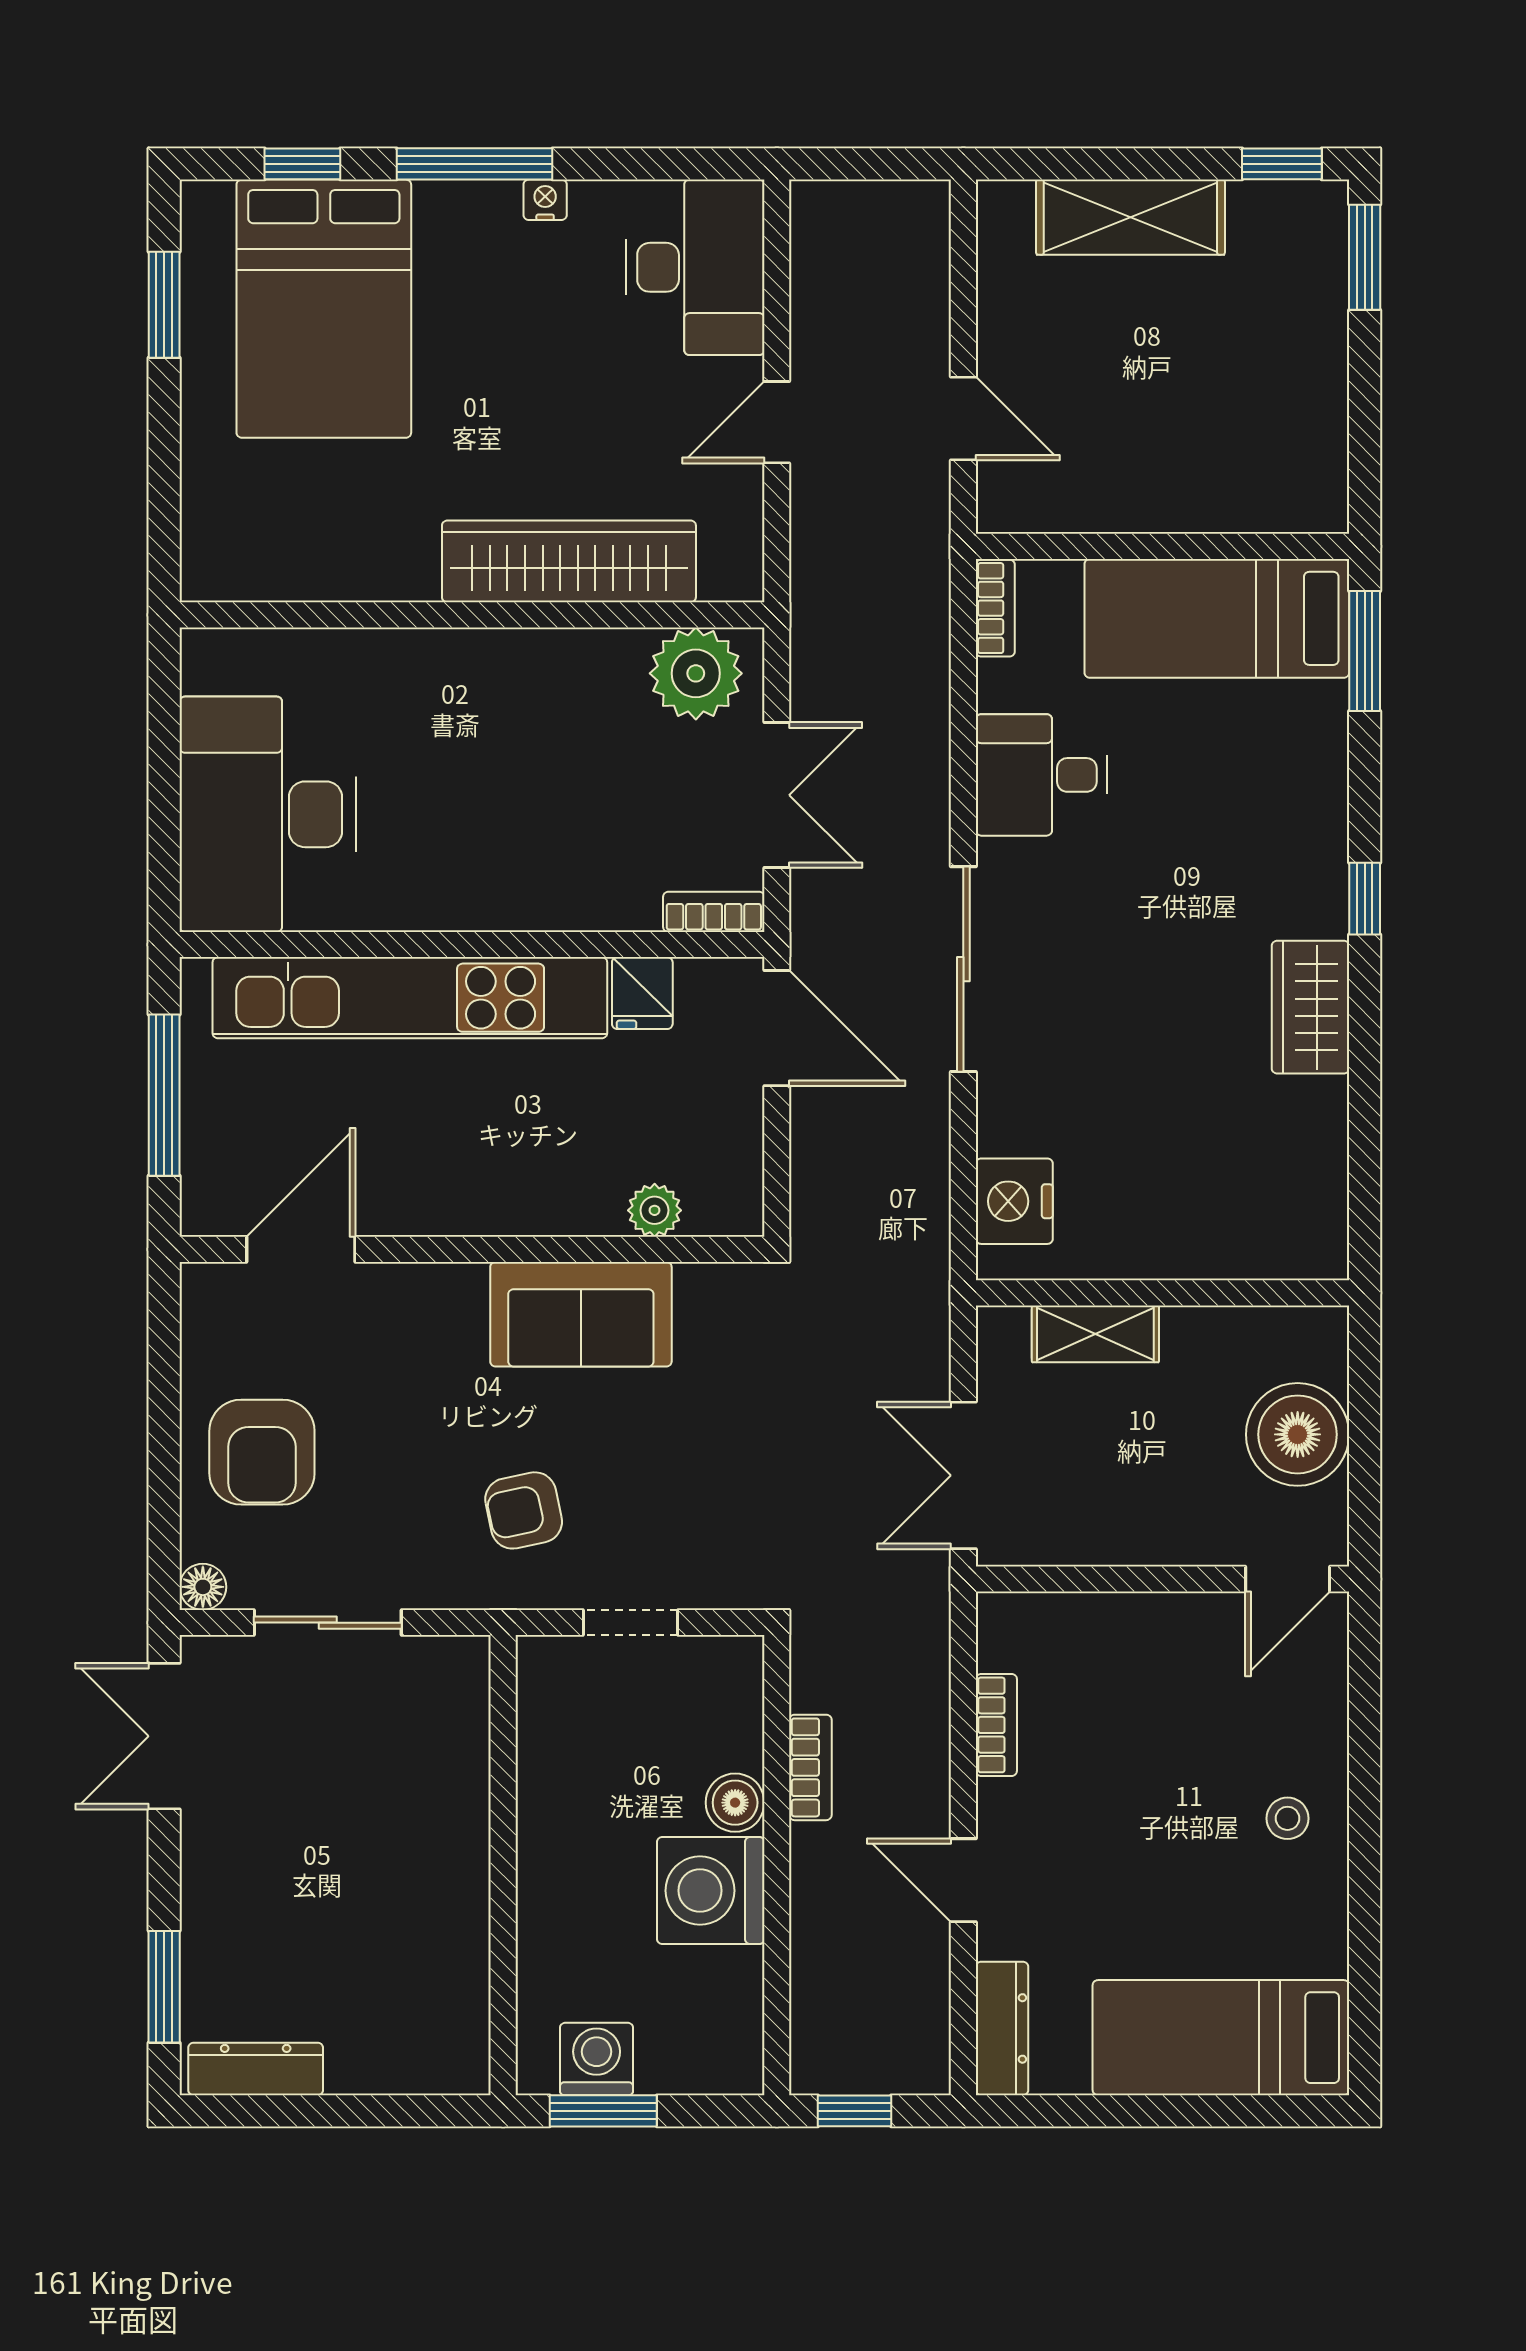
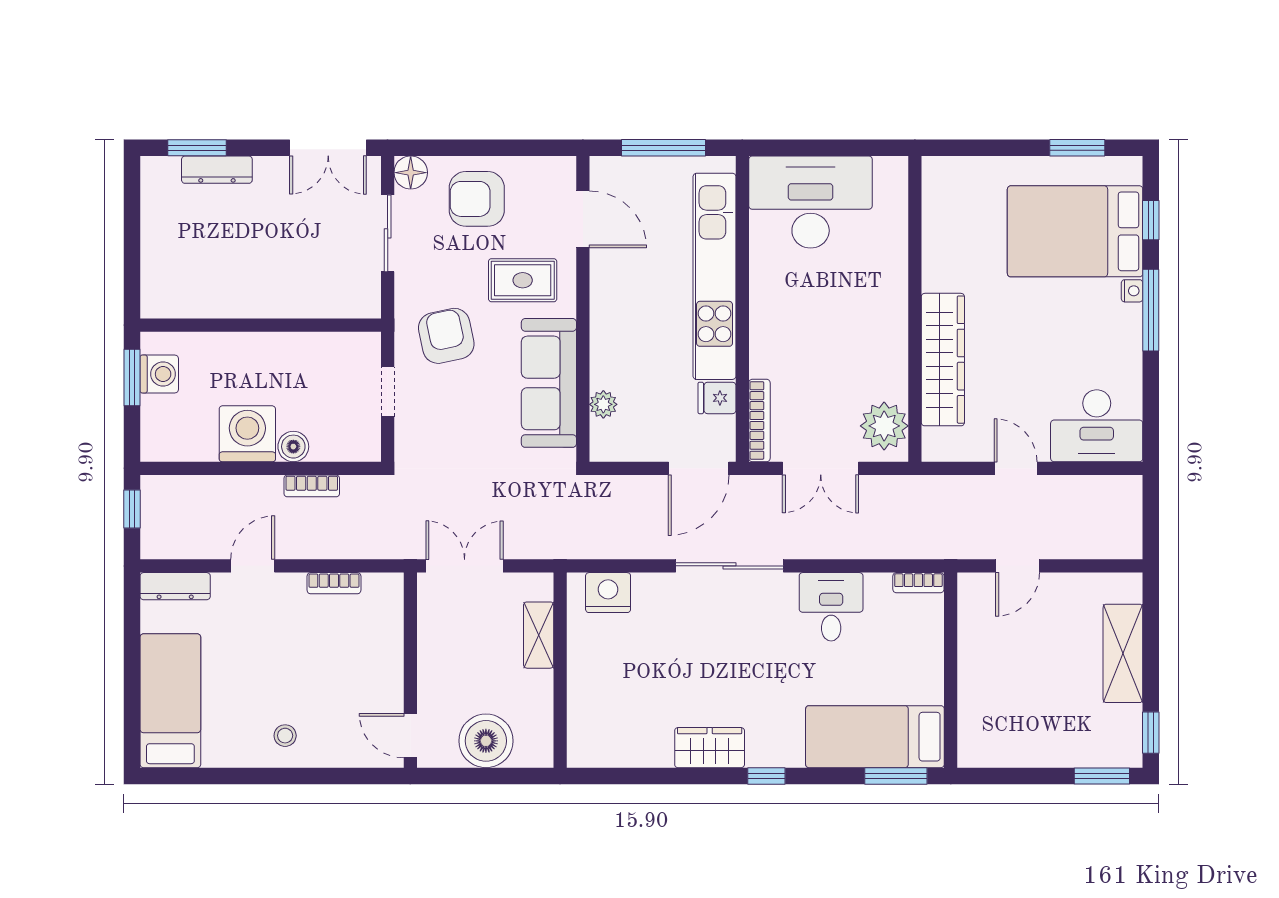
nightstand: (545, 200) -> (1132, 291), moved
bed: (1217, 618) -> (875, 737), moved, turned -90
bookcase: (714, 912) -> (759, 420), width x1.56
sofa: (581, 1314) -> (549, 383), width x1.36
rug: (417, 1364) -> (523, 280), added
armchair: (524, 1510) -> (446, 336), width x1.38, depth x1.38
floor lamp: (203, 1587) -> (411, 173), width x1.37, depth x1.37
double door: (164, 1736) -> (328, 148), swing flipped
dresser: (256, 2069) -> (217, 170), moved, turned 90

